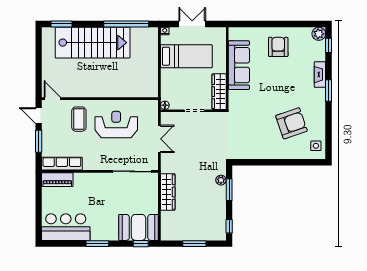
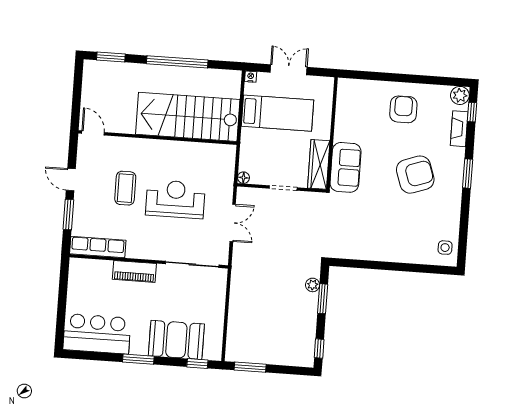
window: (126, 24) -> (177, 62), moved
stairs: (93, 43) -> (188, 117), moved, turned 180
sofa: (239, 65) -> (346, 167), moved, width x0.73
fireplace: (320, 75) -> (459, 129), moved
door: (52, 99) -> (93, 133), moved
wall: (100, 99) -> (158, 138), moved
armchair: (291, 123) -> (415, 175), moved
piano: (57, 180) -> (134, 271), moved
wardrobe: (168, 192) -> (239, 296), removed
booth: (139, 227) -> (176, 340), moved
window: (194, 244) -> (250, 367), moved

